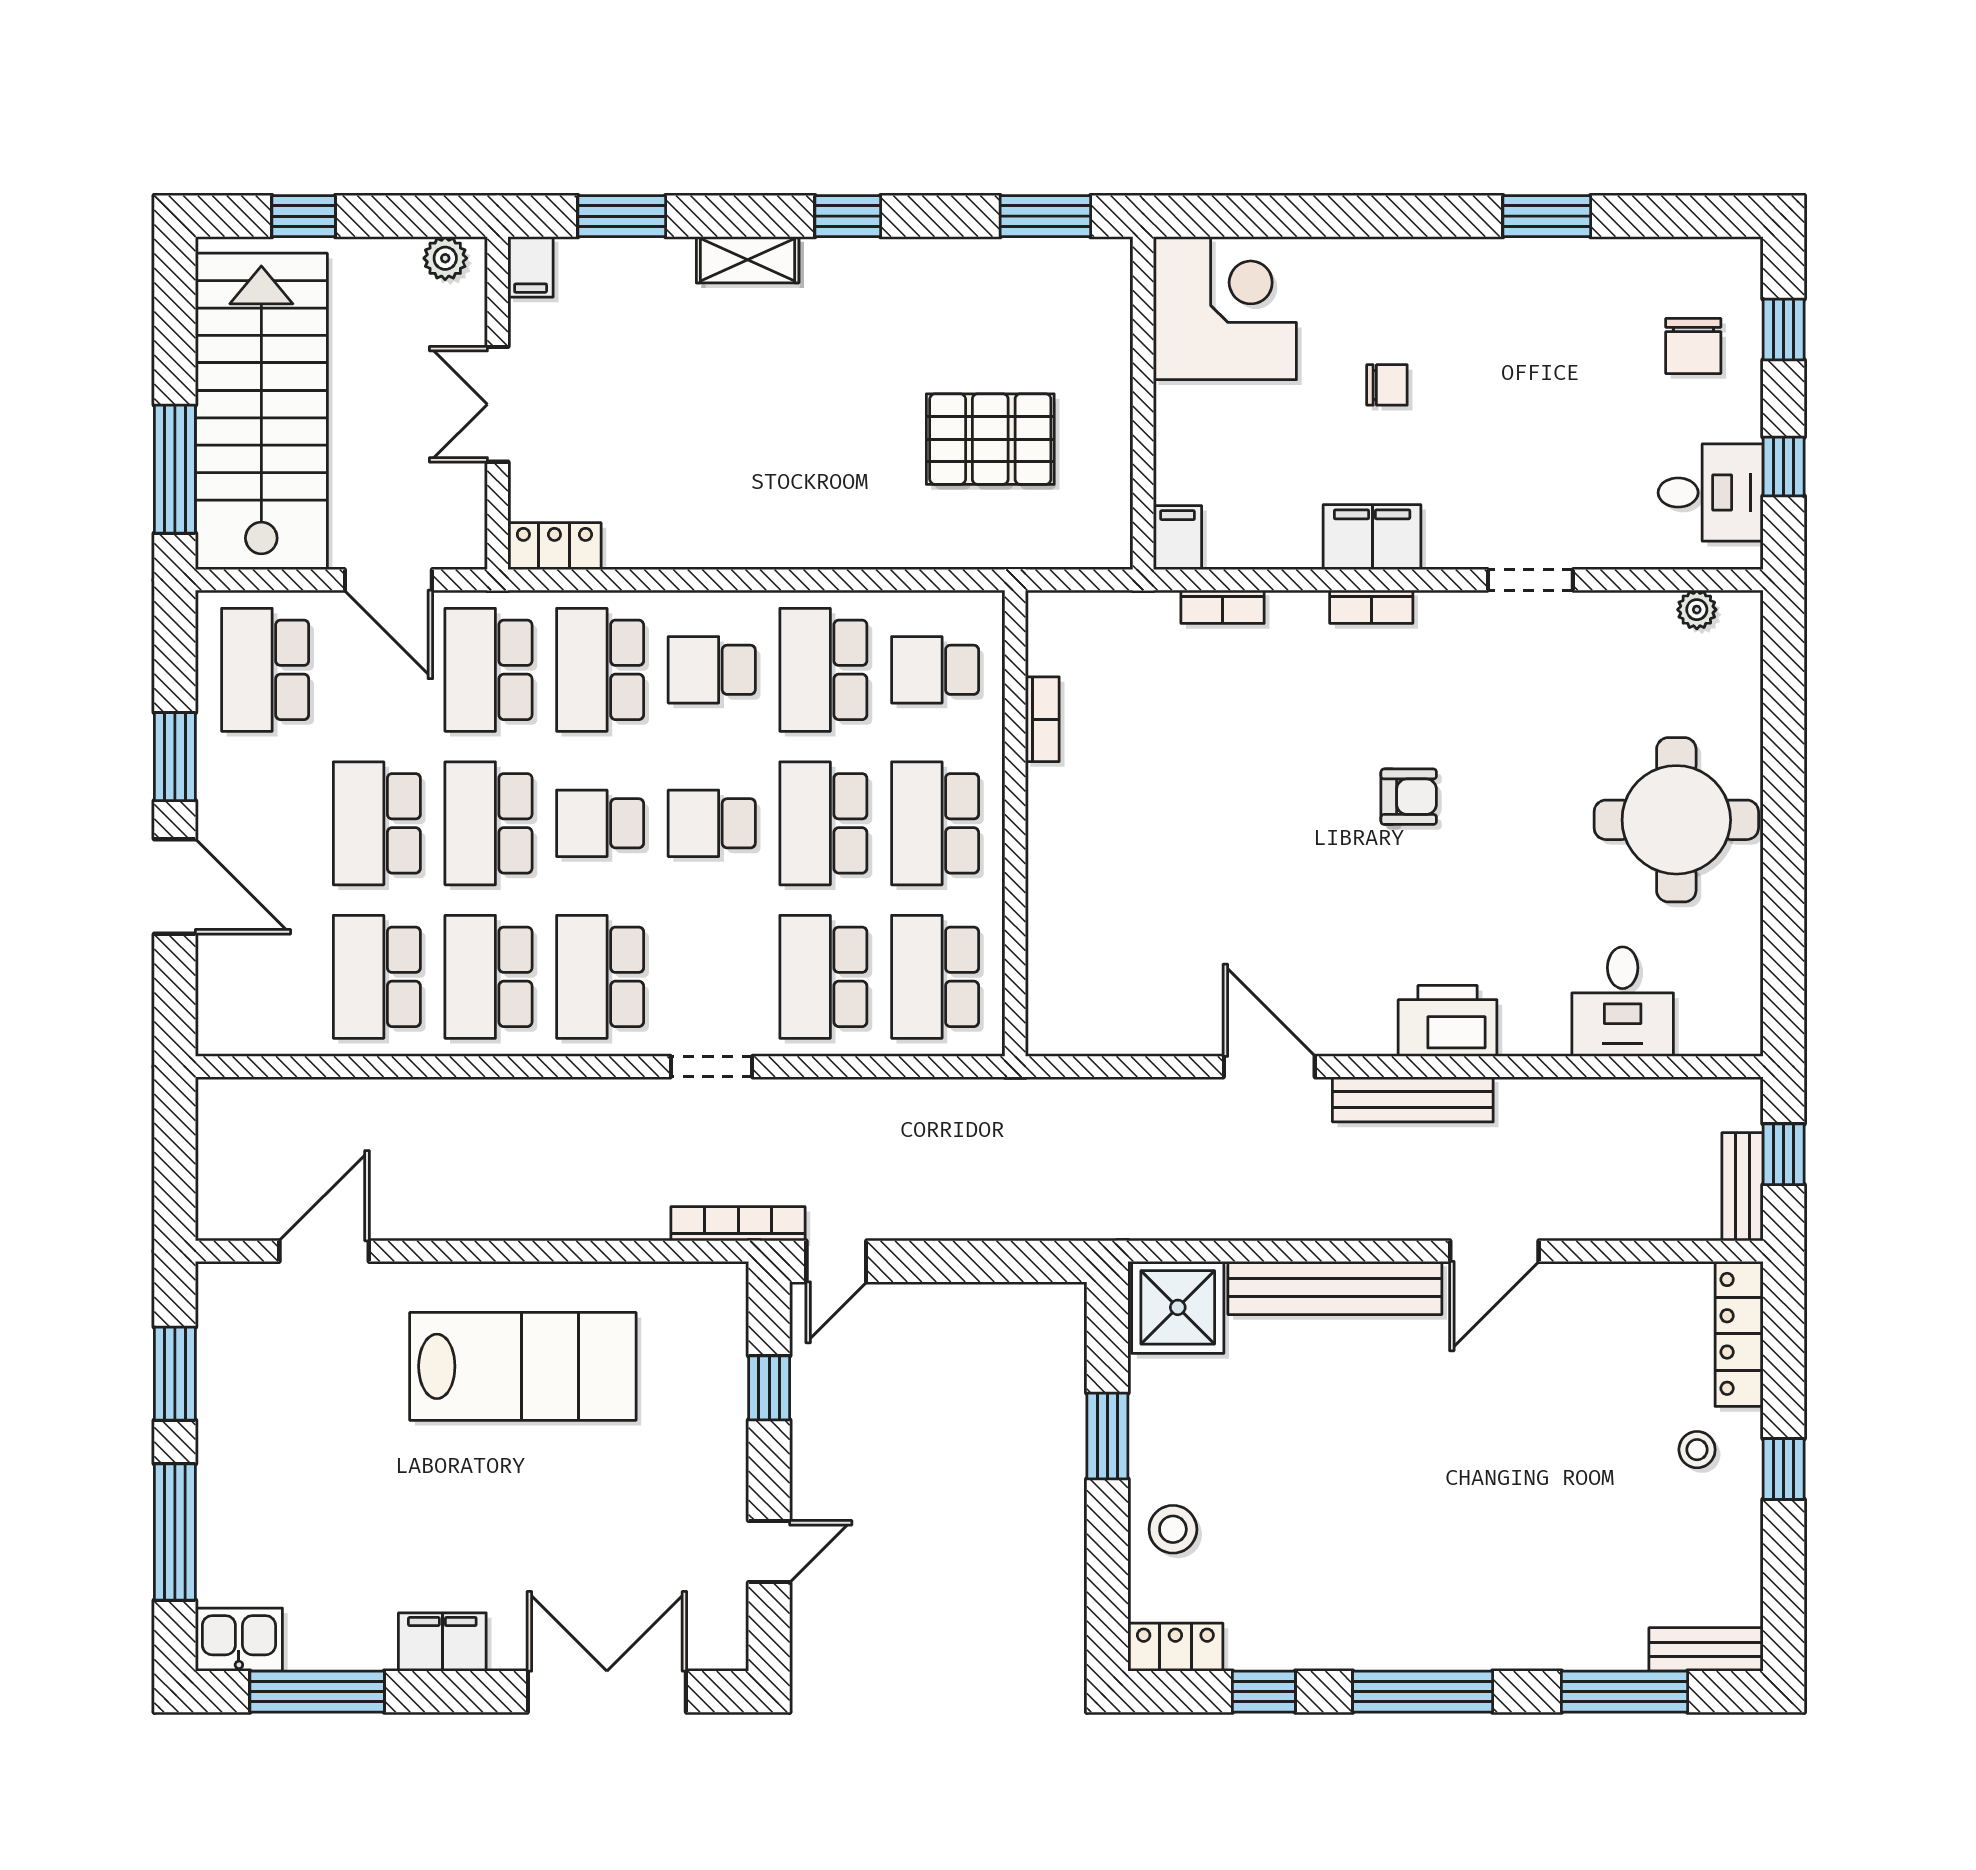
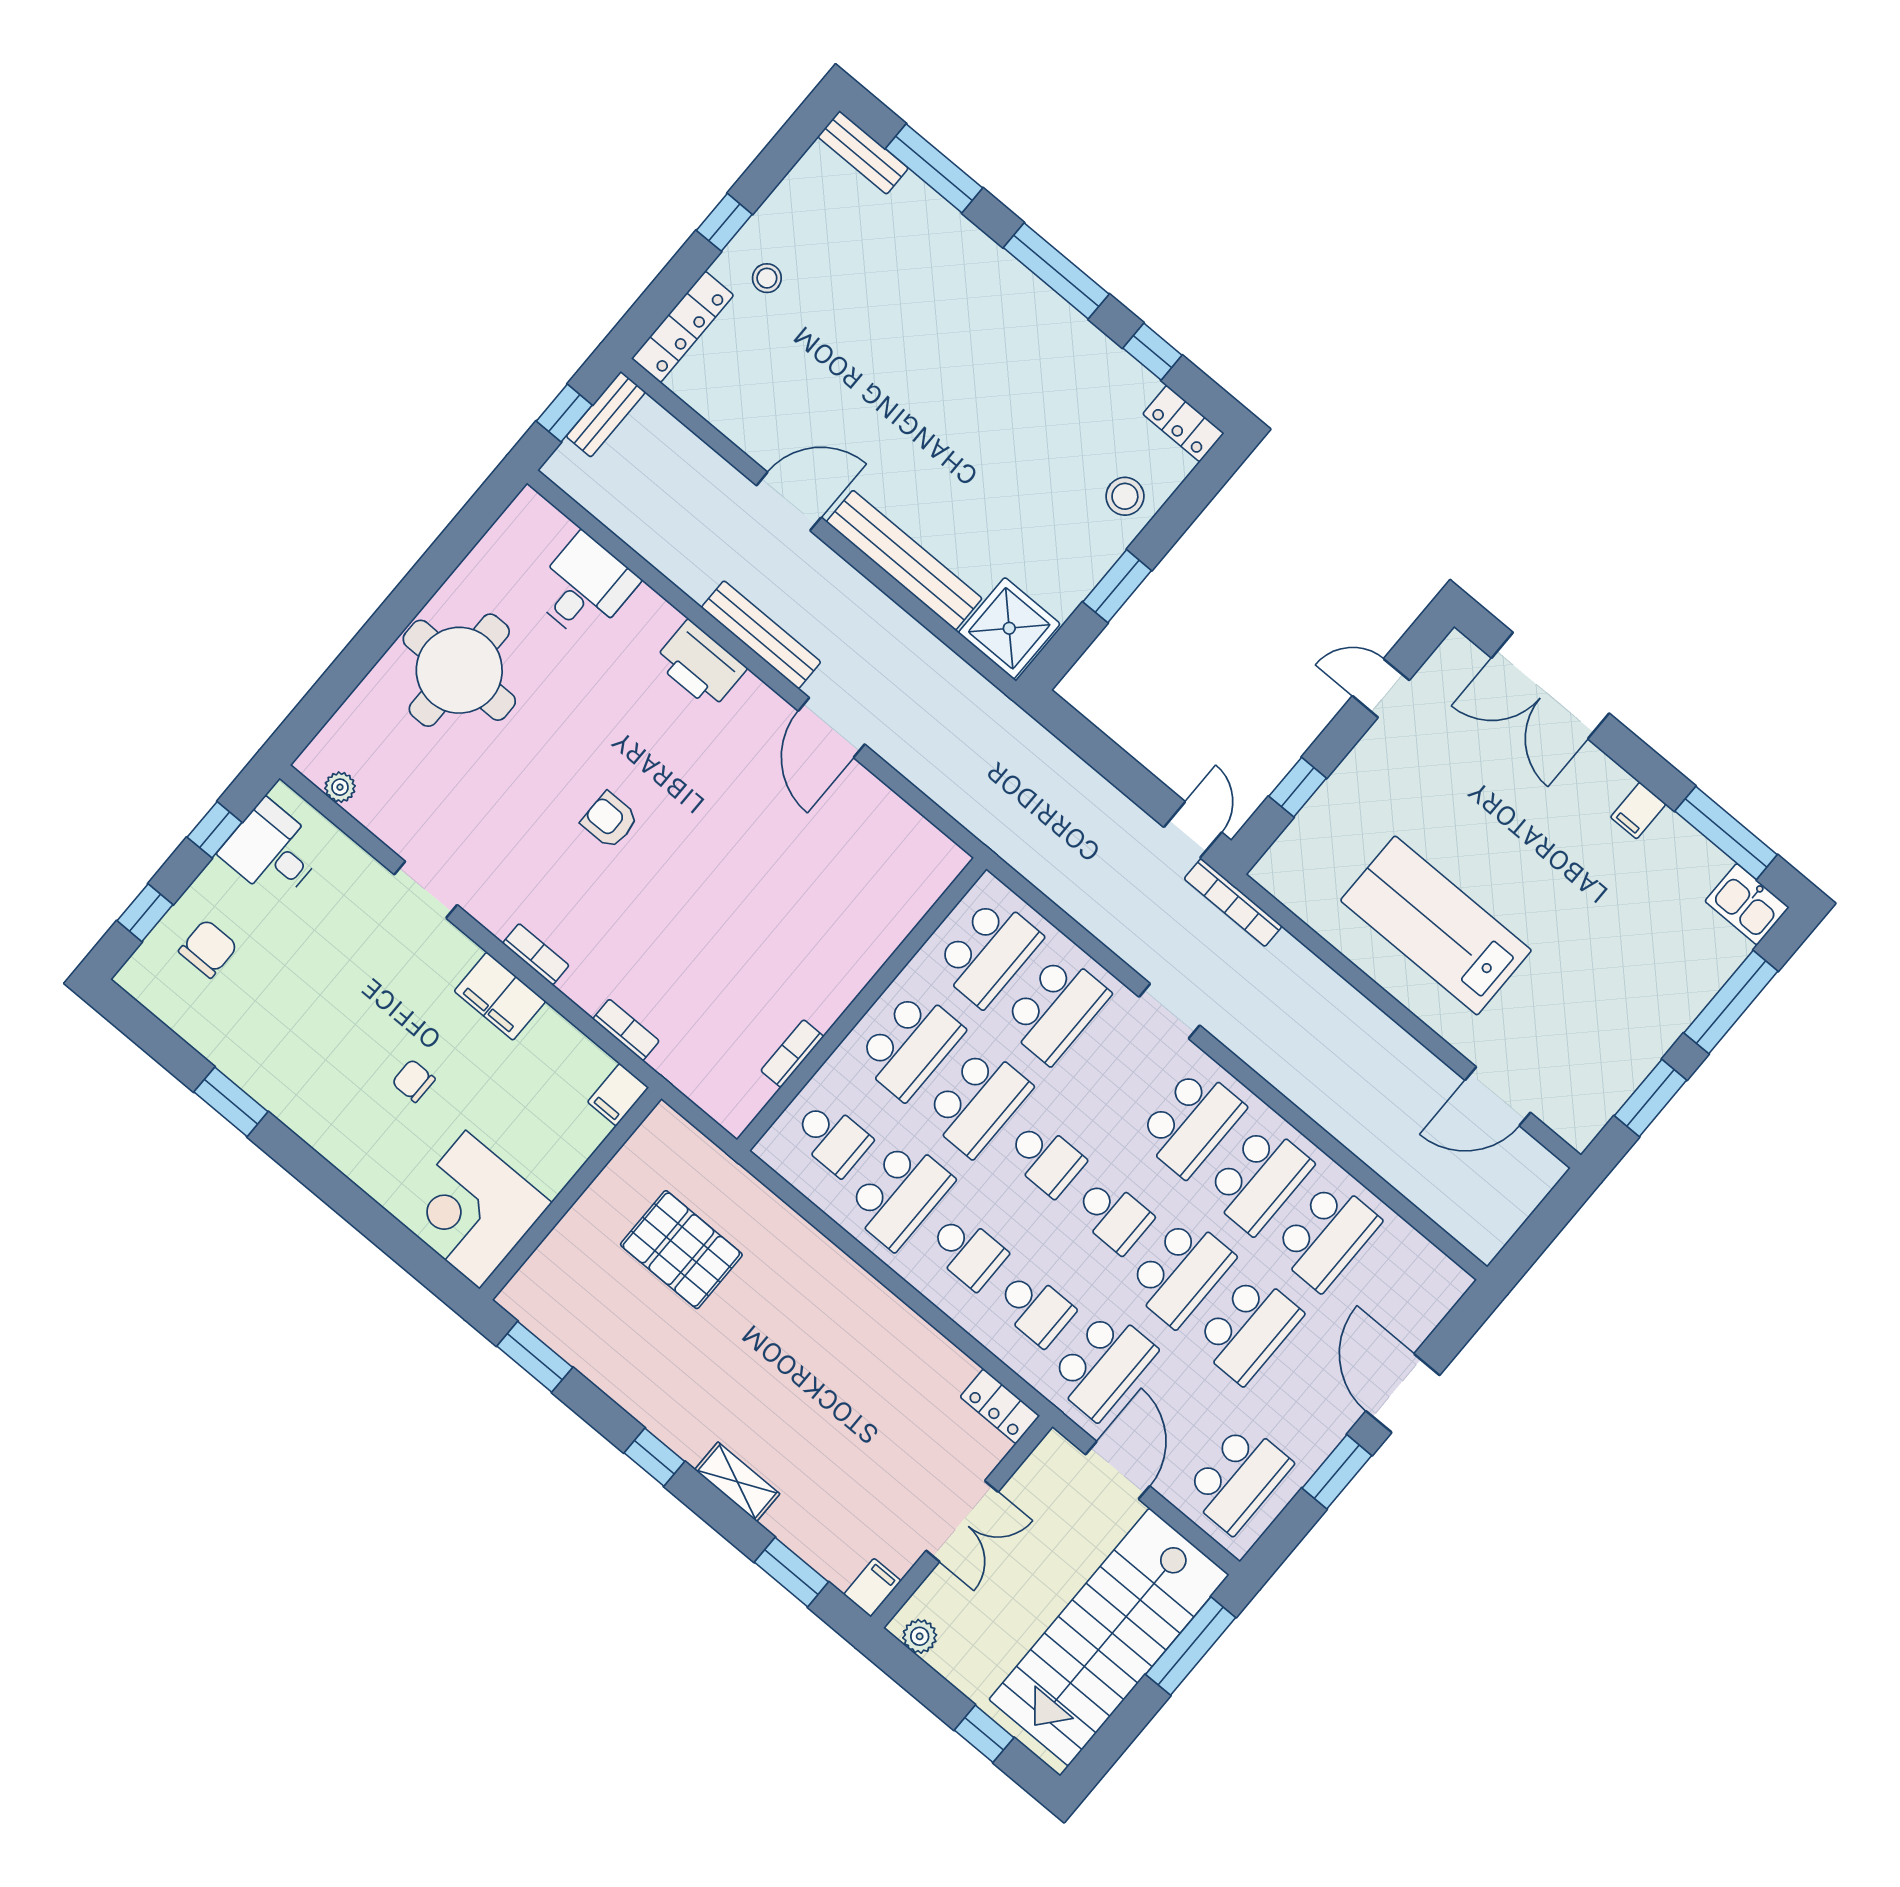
school desk: (600, 670) -> (1035, 1308), width x0.54
door: (836, 1261) -> (1193, 830), hinge flipped
filing cabinet: (442, 1642) -> (1638, 811), width x0.50

